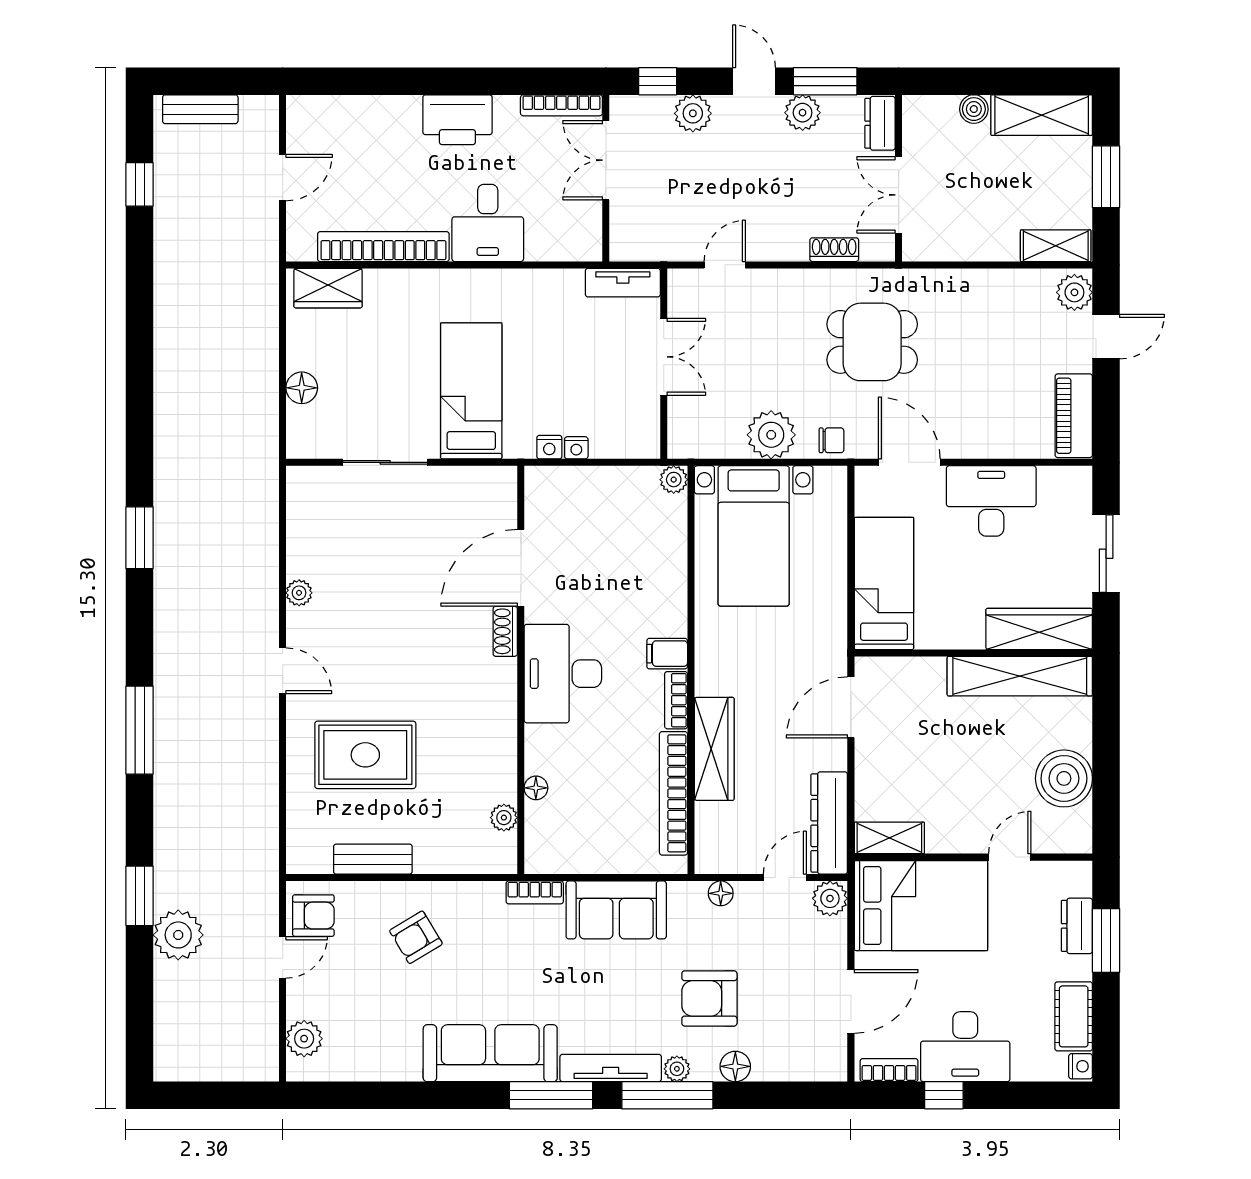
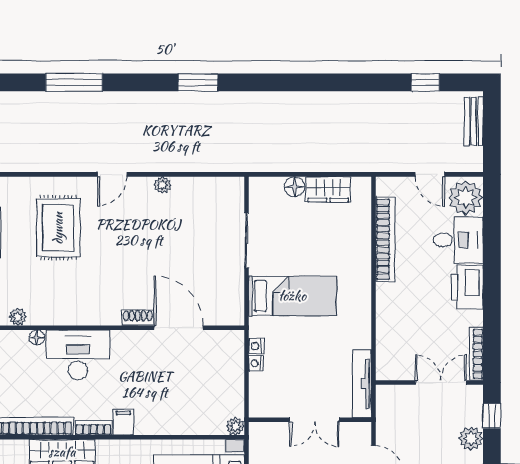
plant: (319, 122) -> (466, 198), added
desk: (488, 223) -> (458, 240), moved, turned 180
tv unit: (623, 283) -> (362, 384), width x1.41
wardrobe: (328, 288) -> (328, 189), moved, turned -90
desk: (563, 674) -> (78, 355), moved

